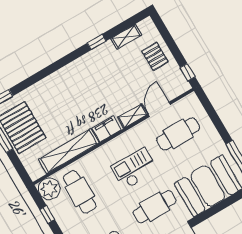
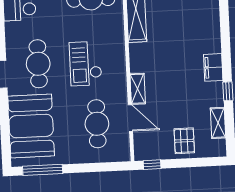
pallet: (155, 56) -> (184, 141), turned 90
filing cabinet: (107, 129) -> (213, 67), moved, turned 180
checkout: (134, 169) -> (86, 64), turned 180

